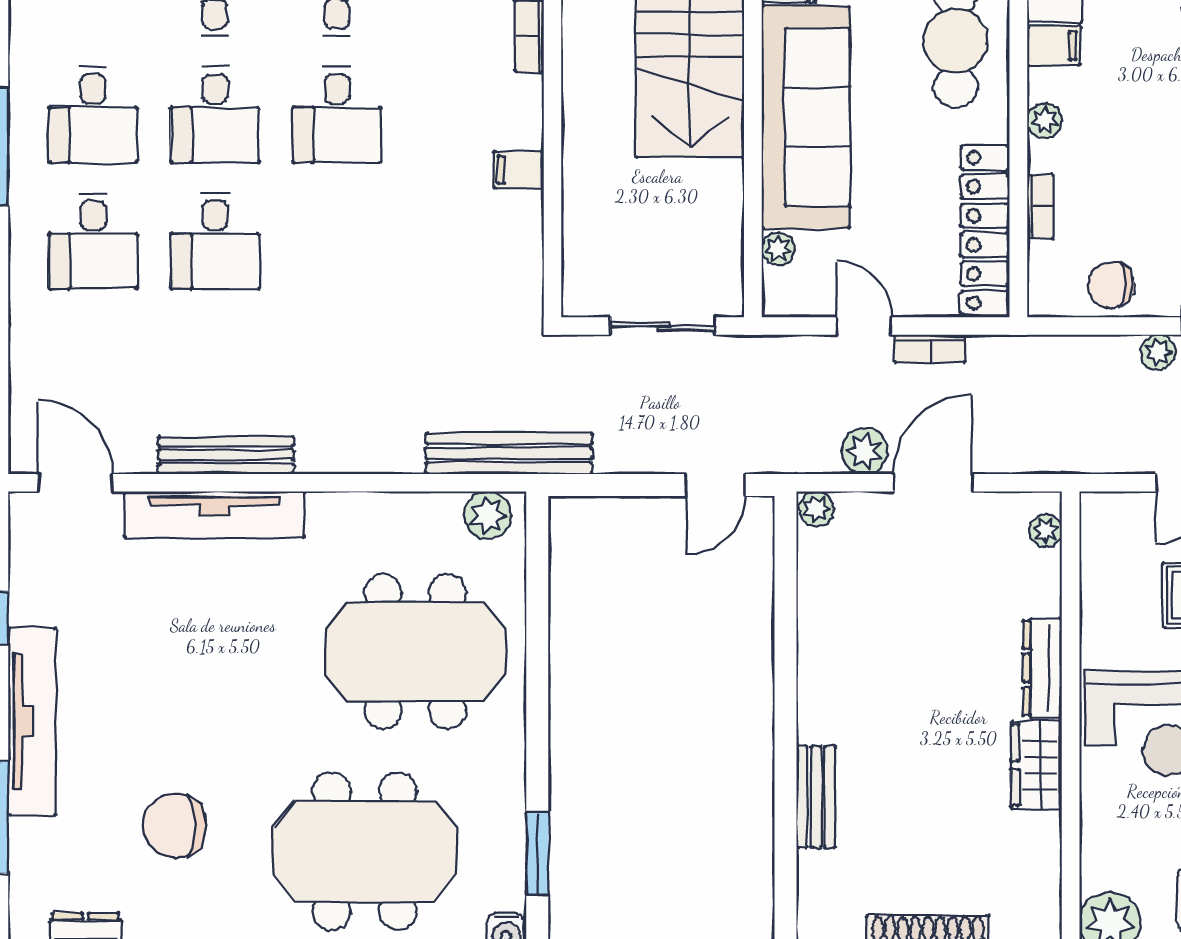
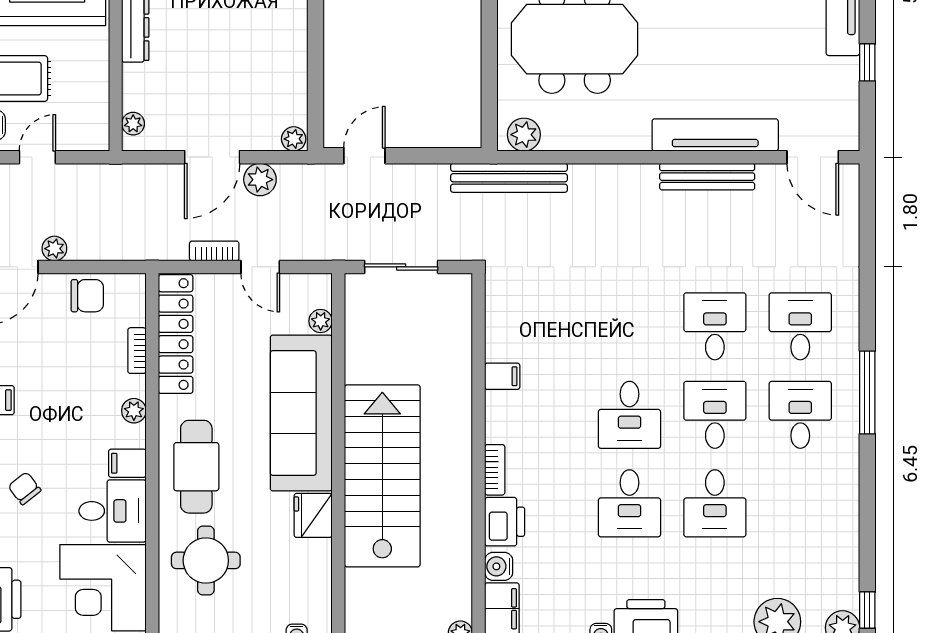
desk: (337, 115) -> (629, 415), turned 180

